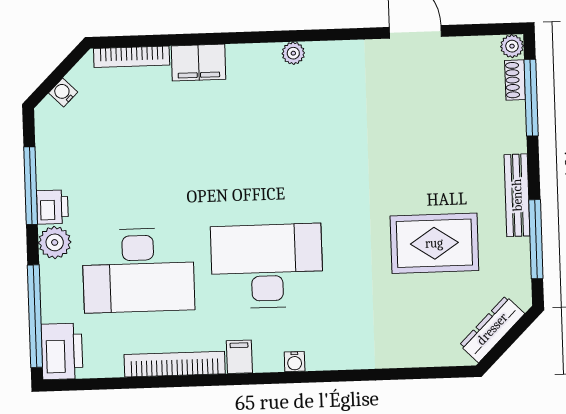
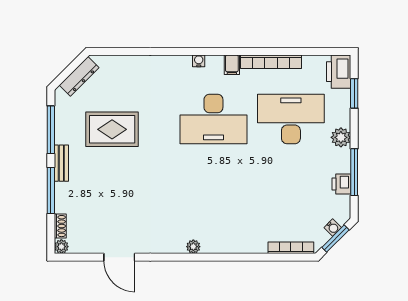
filing cabinet: (198, 63) -> (251, 243), removed
window: (58, 74) -> (335, 239), added
window: (531, 98) -> (51, 191), moved
bench: (517, 195) -> (61, 163), width x0.73
printer: (52, 207) -> (341, 184), moved
window: (35, 316) -> (354, 93), width x0.47

